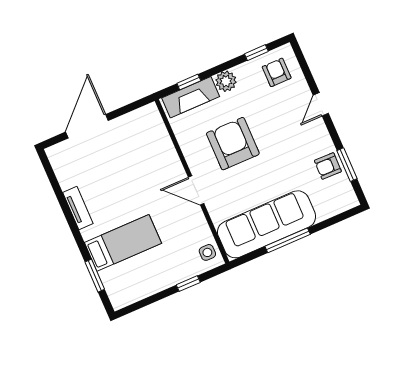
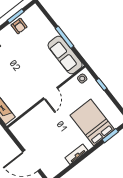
armchair: (233, 144) -> (20, 80), removed
sofa: (267, 224) -> (65, 55), width x0.74, depth x0.79
bed: (123, 243) -> (92, 122), width x1.50

